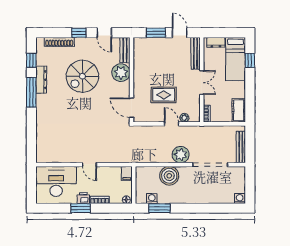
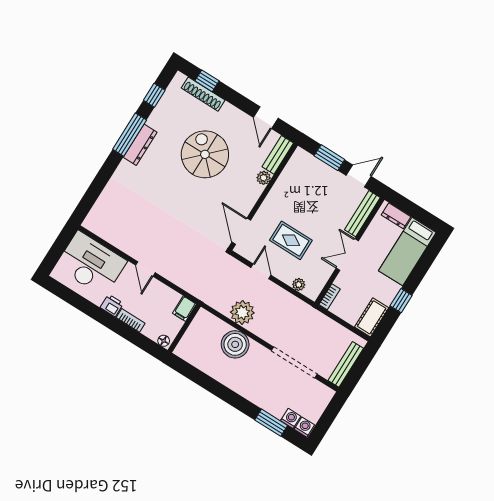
window: (79, 33) -> (207, 81), moved
door: (180, 33) -> (359, 176), hinge flipped
window: (250, 60) -> (401, 301), moved
plant: (121, 73) -> (264, 178), width x0.53, depth x0.53
spiral stairs: (82, 76) -> (205, 154), turned 90
dresser: (41, 80) -> (140, 145), moved
double door: (202, 83) -> (347, 254), swing flipped
door: (171, 124) -> (261, 271), moved
plant: (181, 155) -> (242, 312), moved
washing machine: (152, 199) -> (291, 418), moved
window: (81, 208) -> (101, 316), removed
window: (160, 208) -> (271, 423), moved

